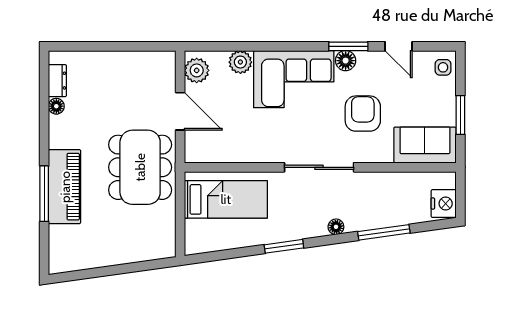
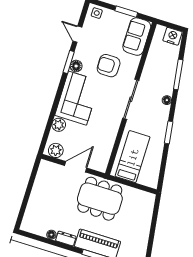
door: (399, 46) -> (77, 34), swing flipped
dresser: (57, 81) -> (66, 238), moved

